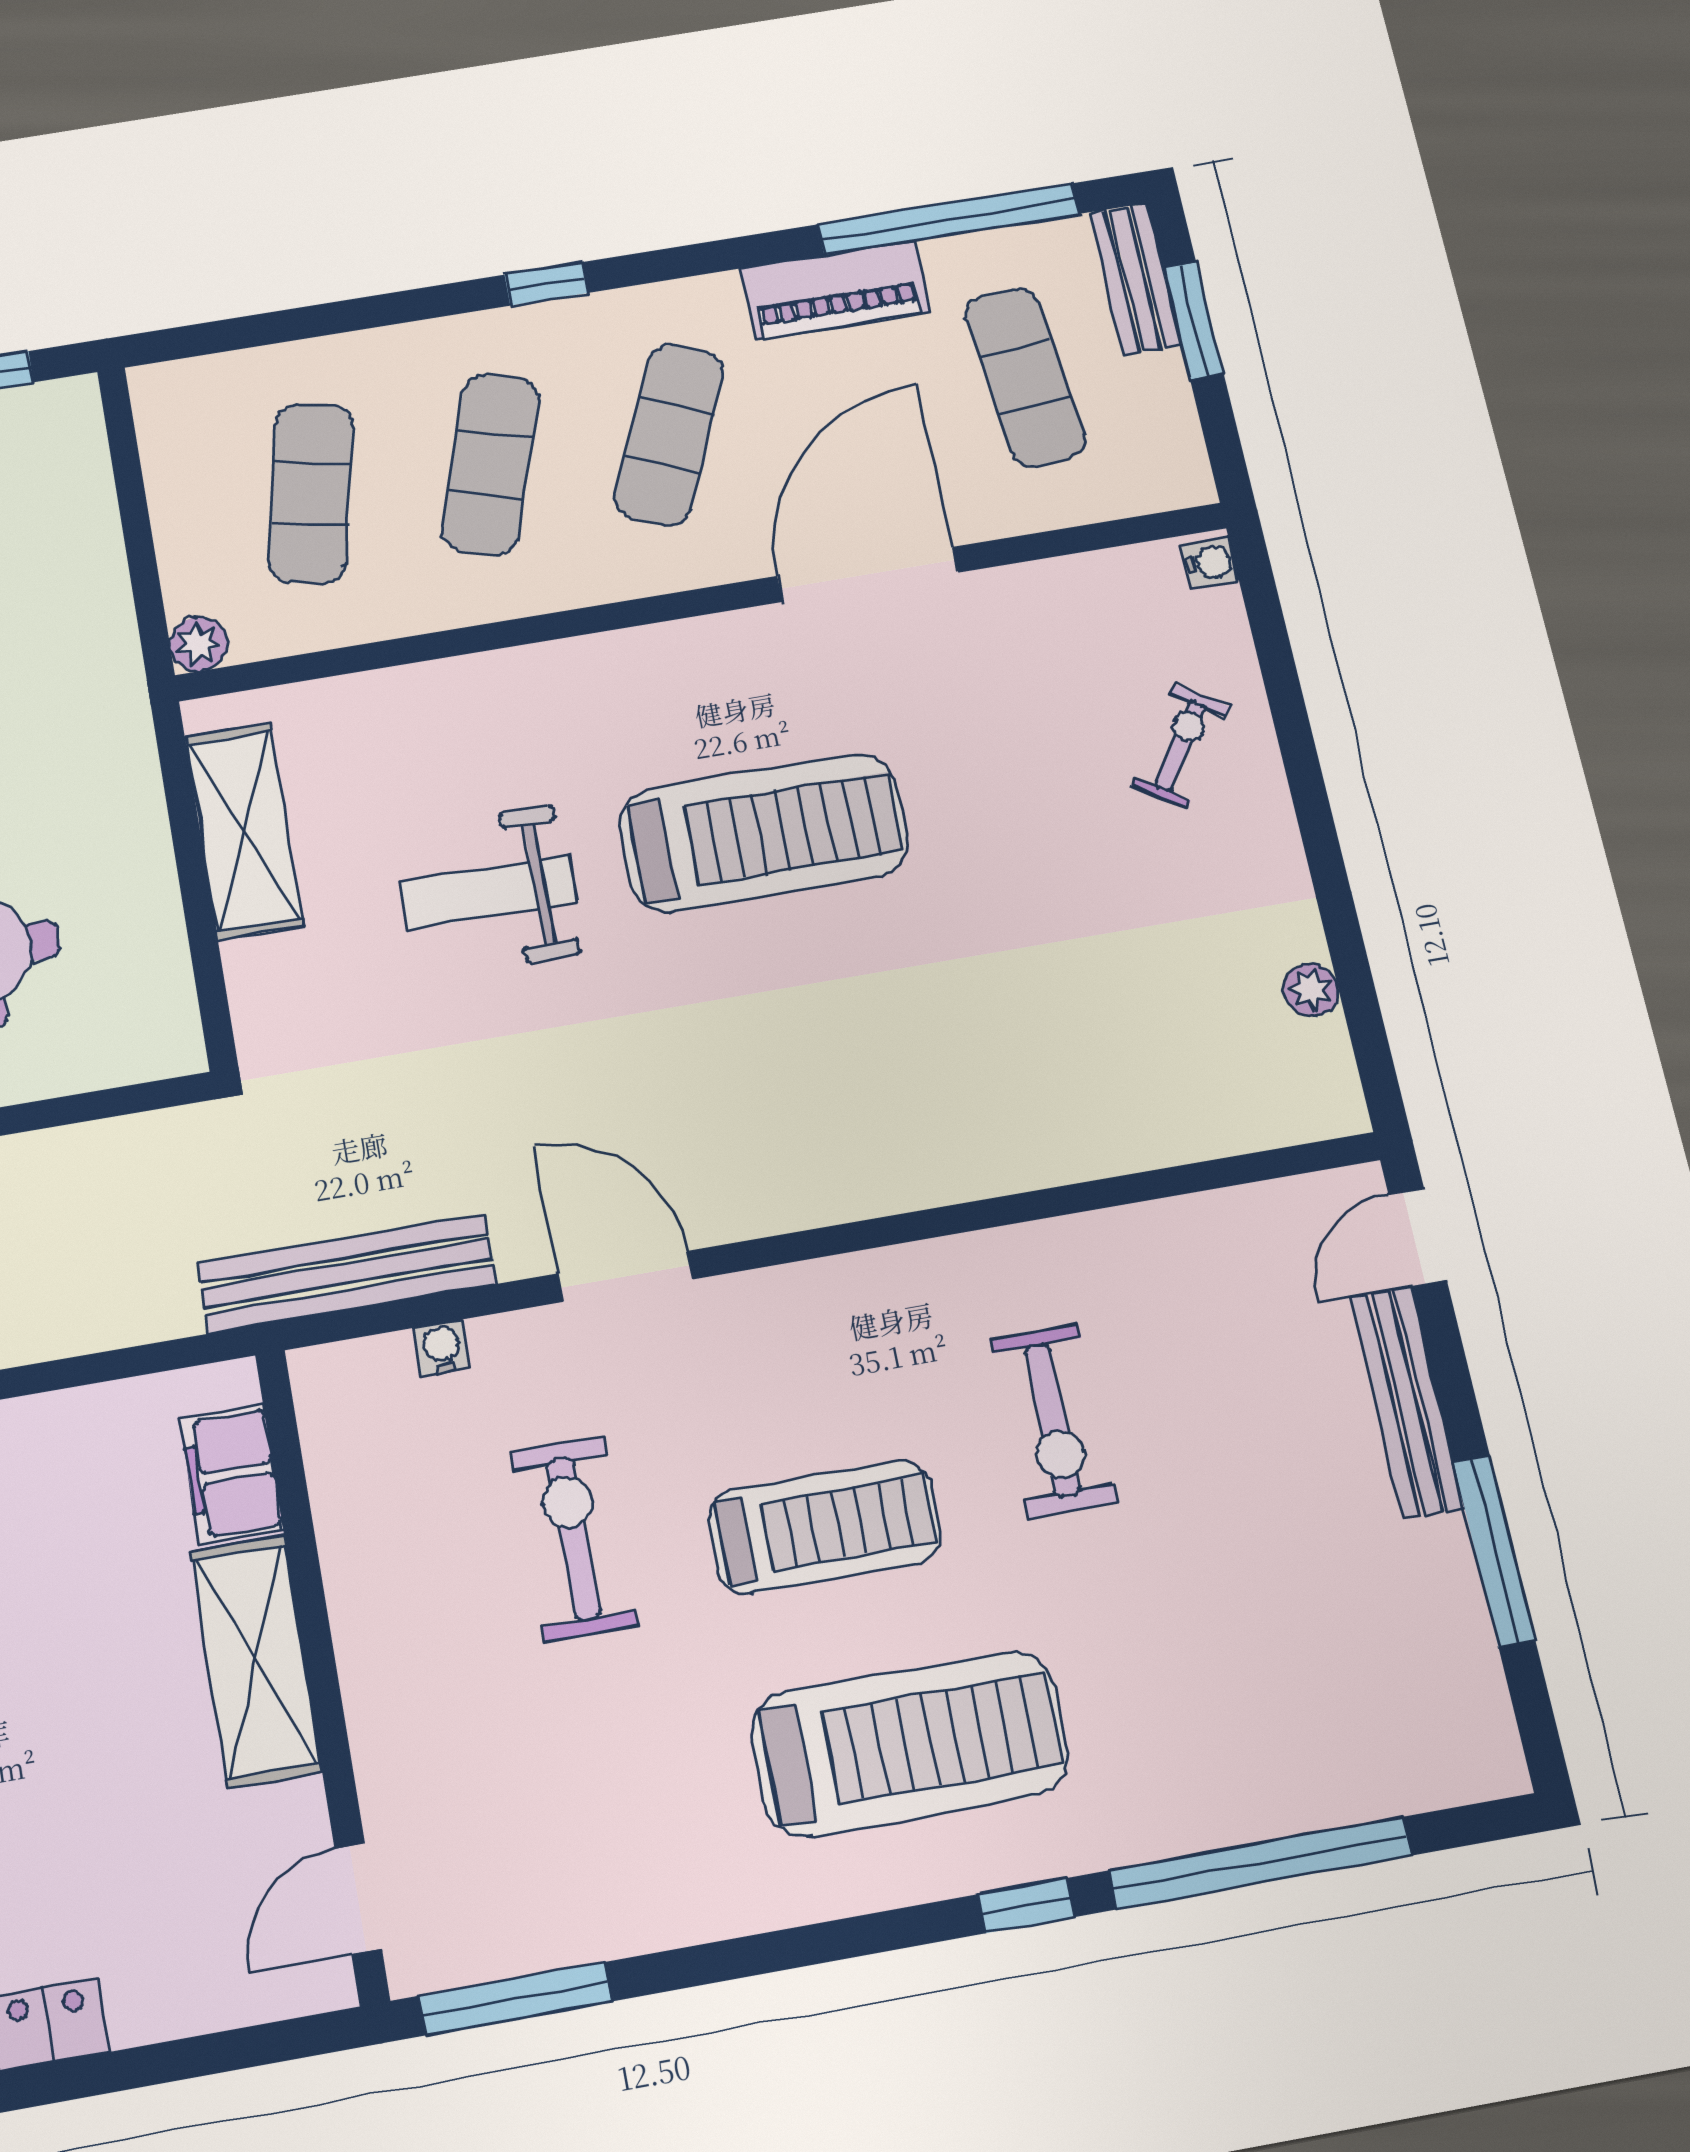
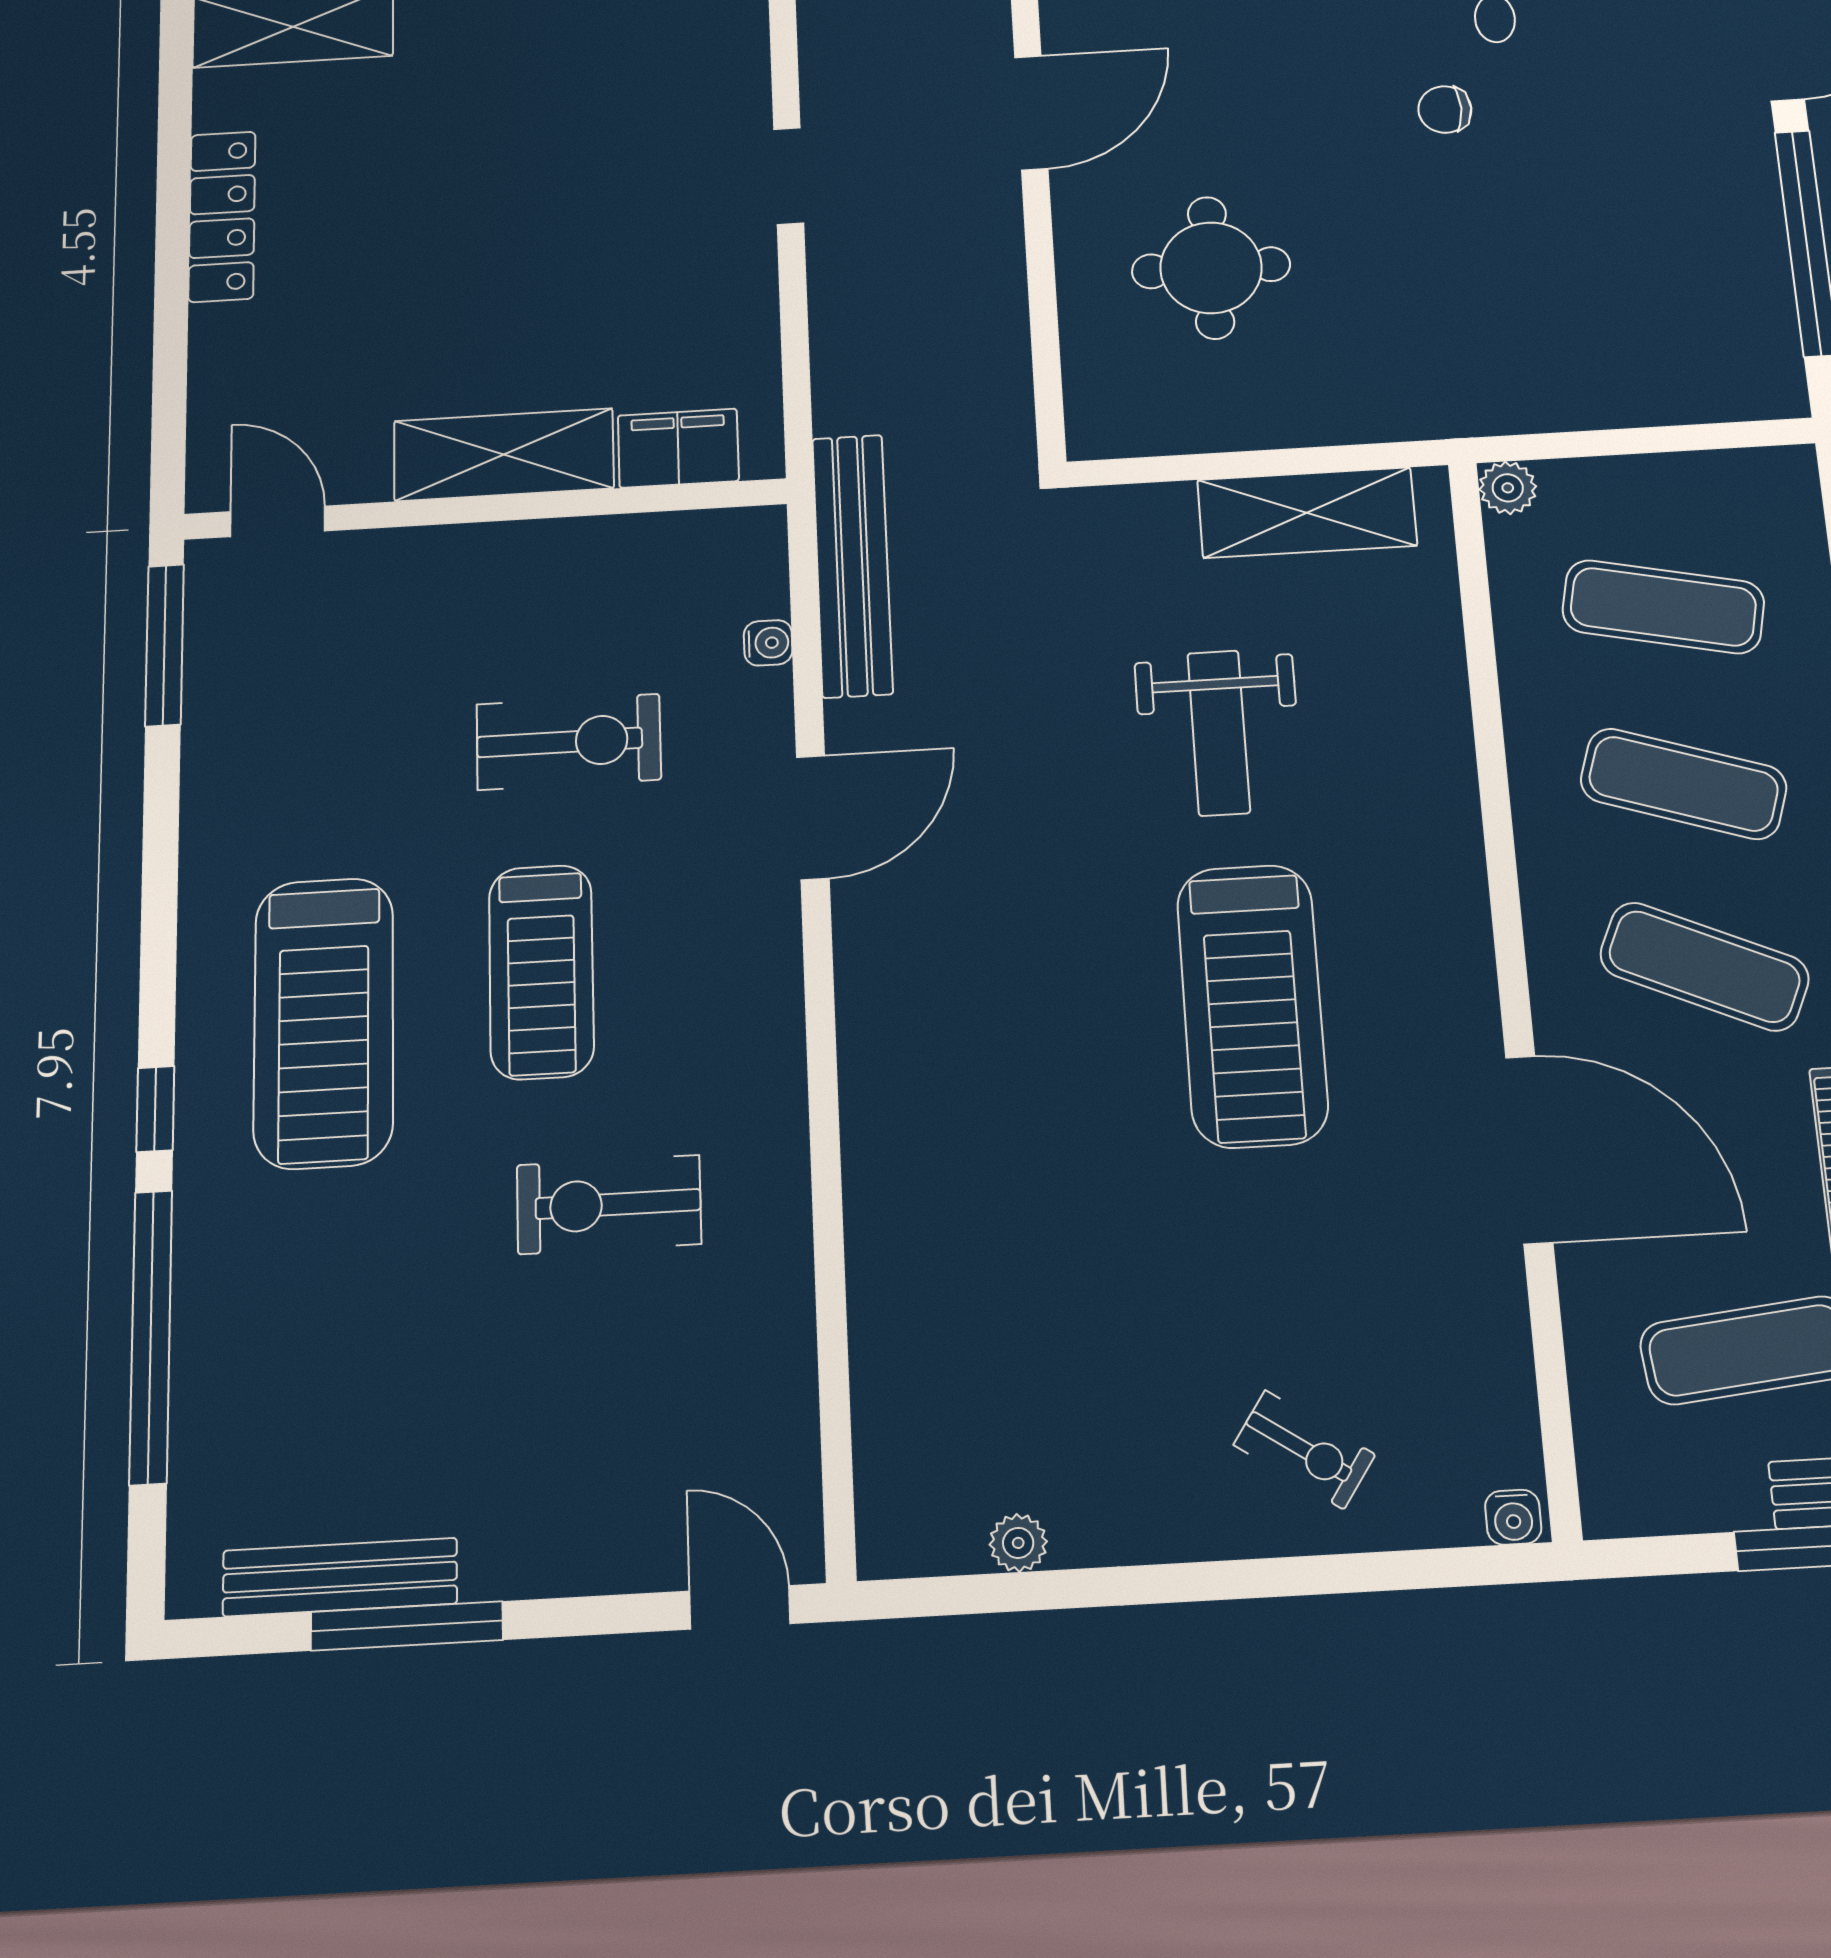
weight bench: (488, 892) -> (1219, 733), turned 180
bench: (1407, 1402) -> (340, 1577), moved

